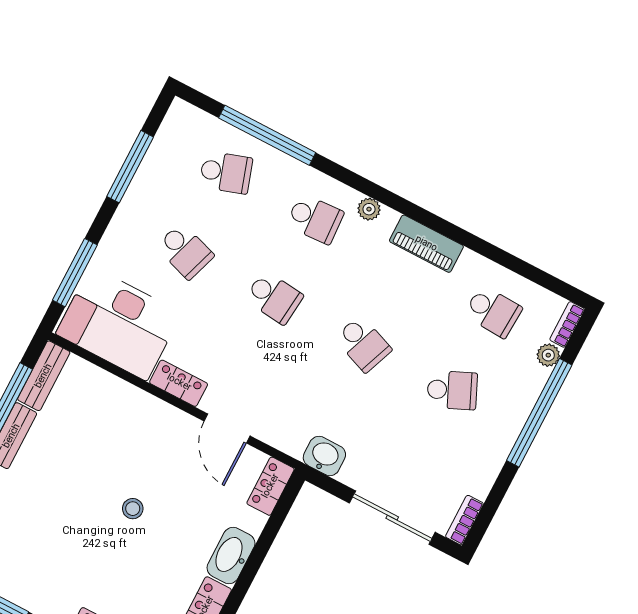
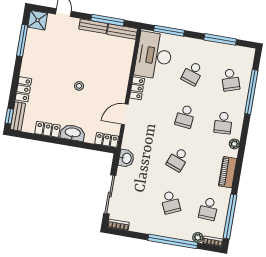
window: (525, 269) -> (230, 216), added

